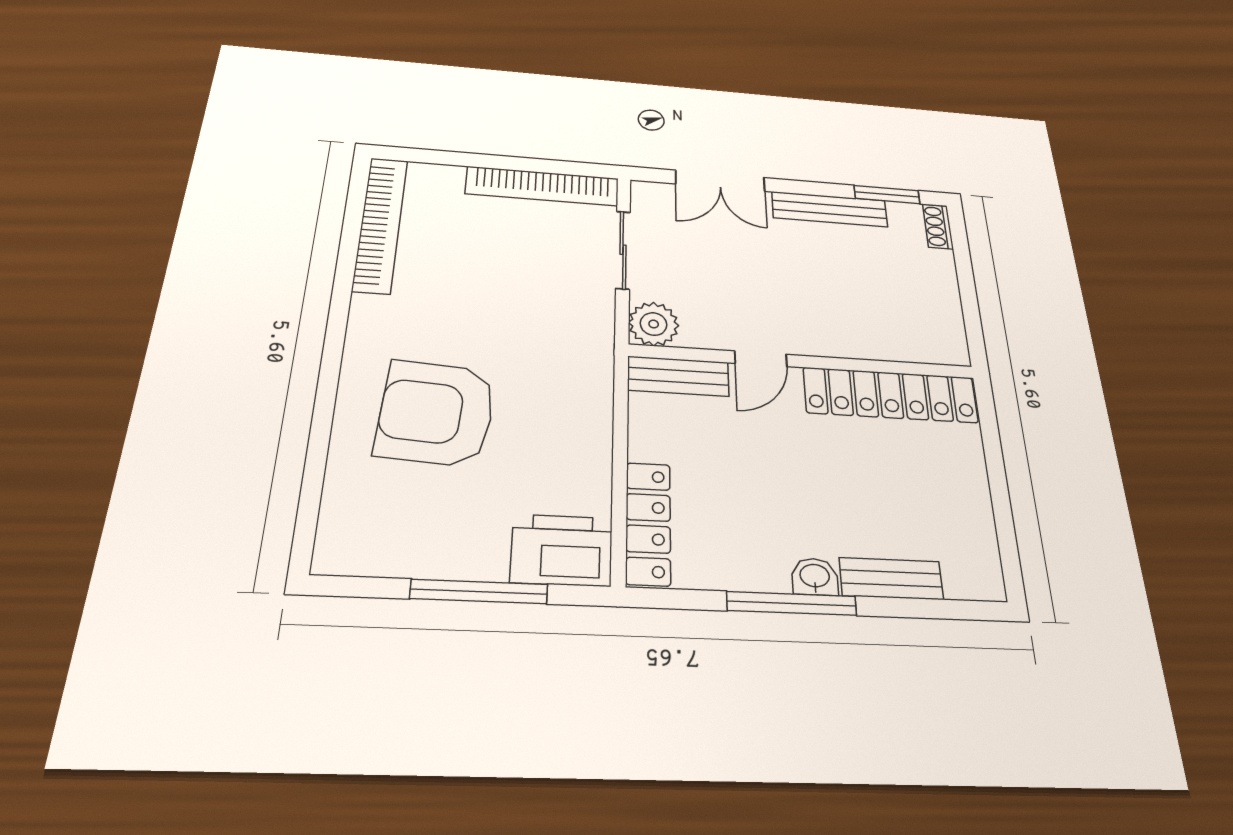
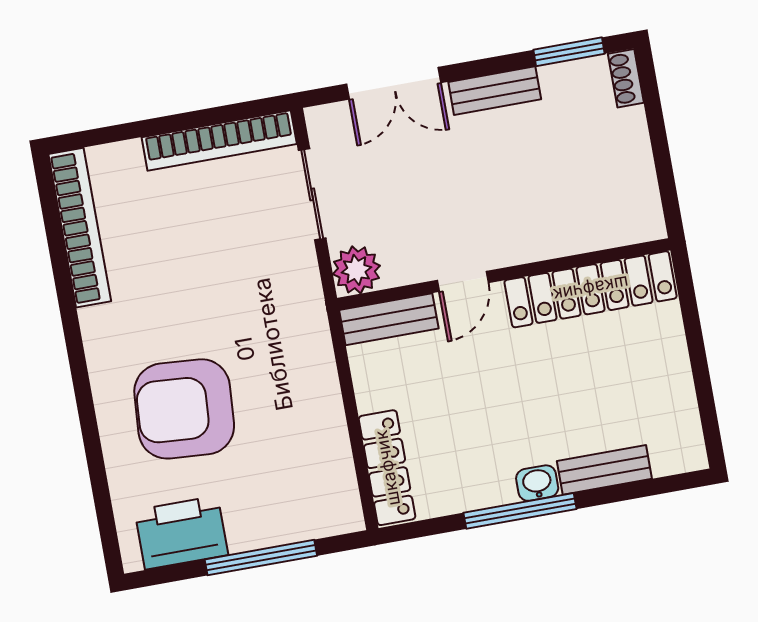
bench: (830, 209) -> (495, 91), width x0.73
printer: (562, 550) -> (181, 533), moved

